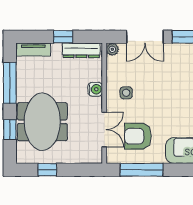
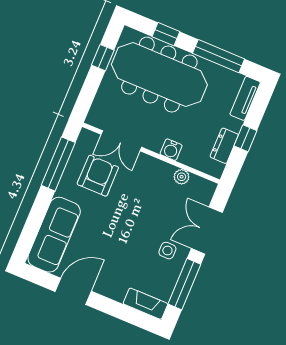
plant: (112, 49) -> (182, 177), moved
dresser: (81, 50) -> (224, 146), width x0.70
side table: (126, 93) -> (167, 251), moved
meeting table: (42, 122) -> (159, 75), width x1.36

